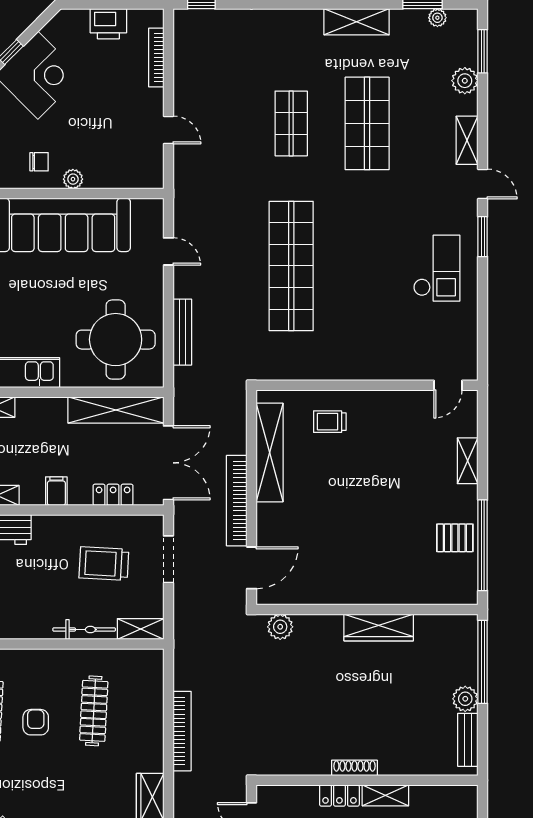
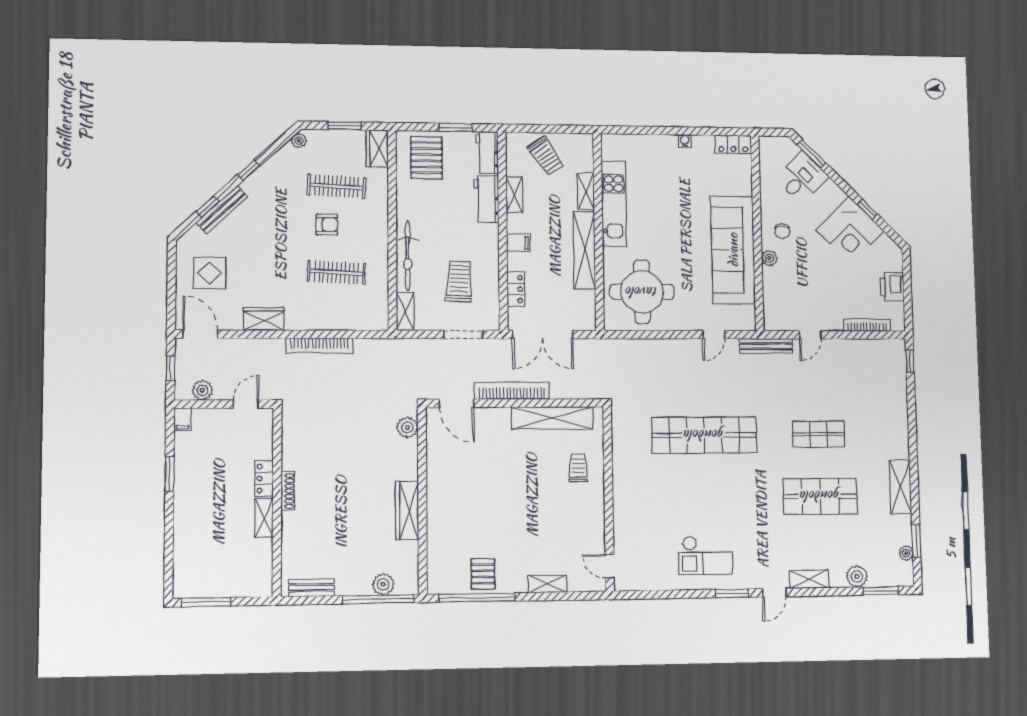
bench: (182, 332) -> (766, 346), moved
shelving: (116, 410) -> (584, 250), moved
bicycle: (84, 630) -> (408, 256), width x1.37, depth x1.40
plant: (465, 699) -> (383, 584), moved

